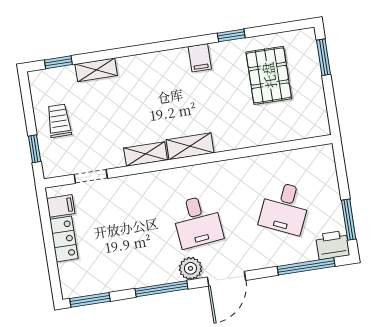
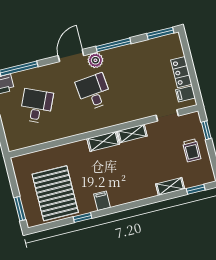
pallet: (269, 75) -> (55, 193), width x1.37, depth x1.41

